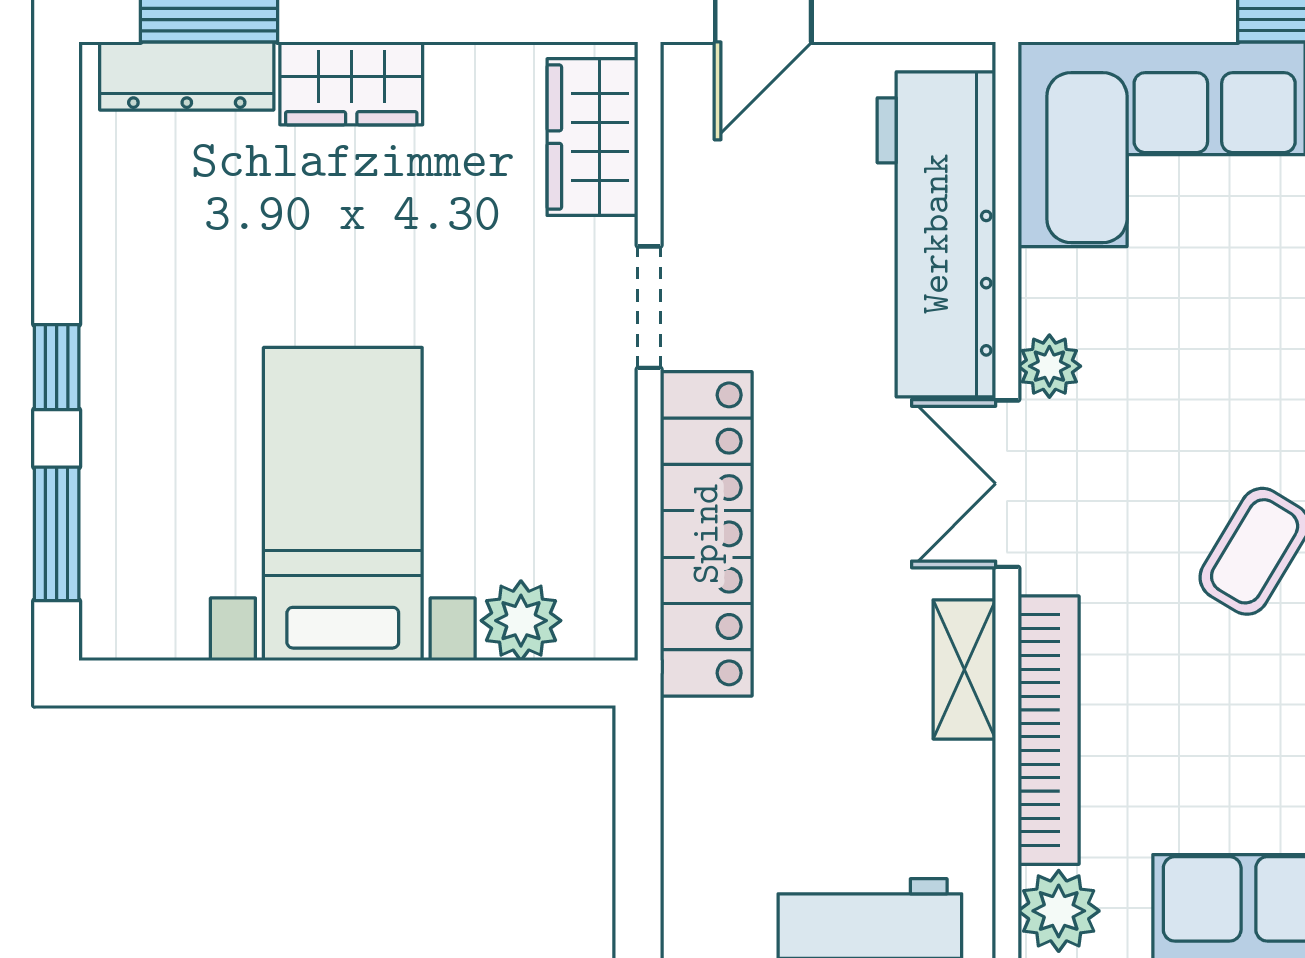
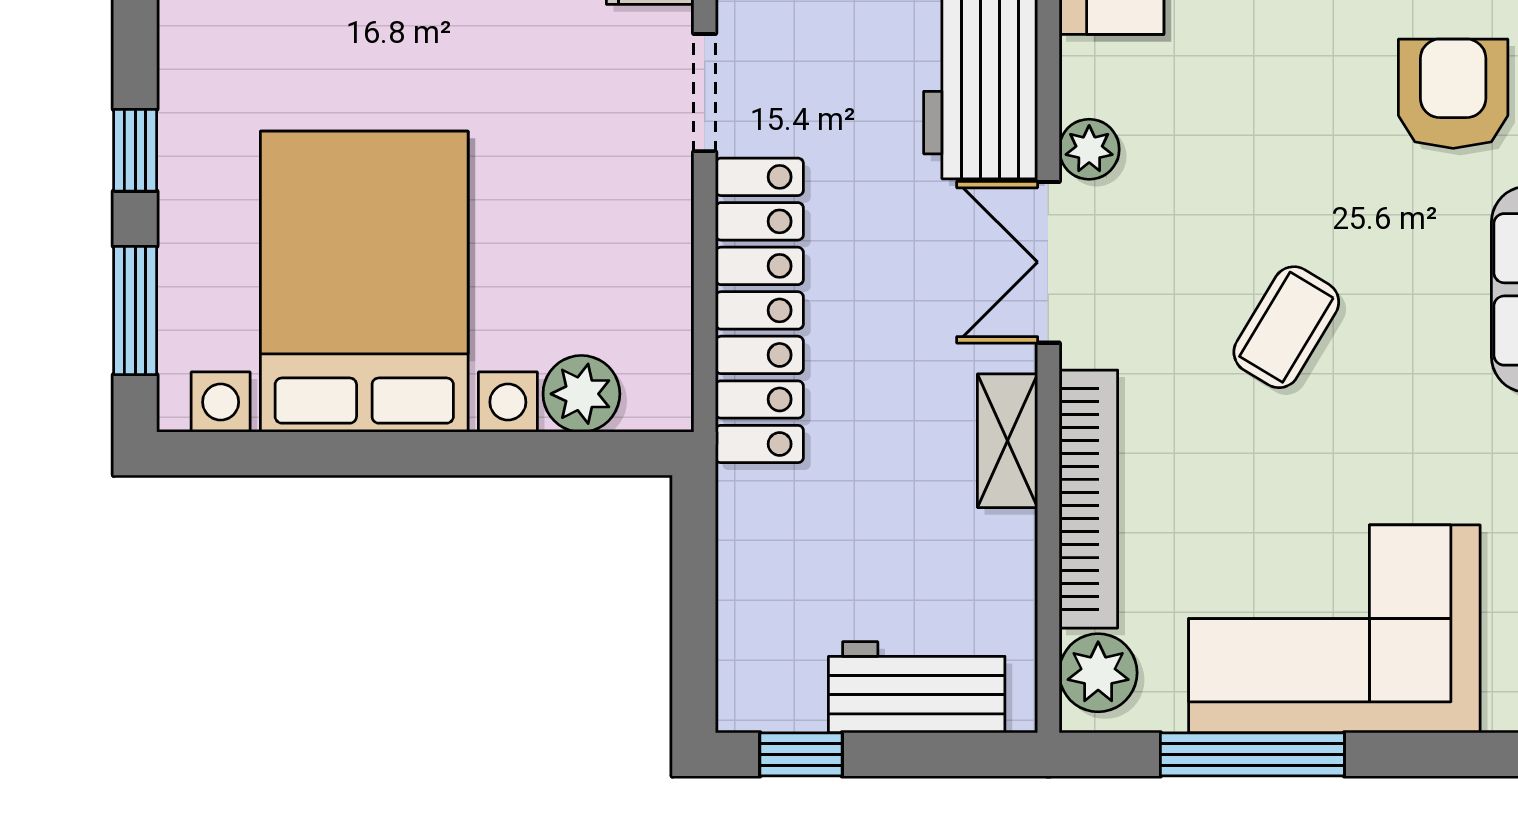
bed with nightstands: (343, 504) -> (364, 282), width x1.36

